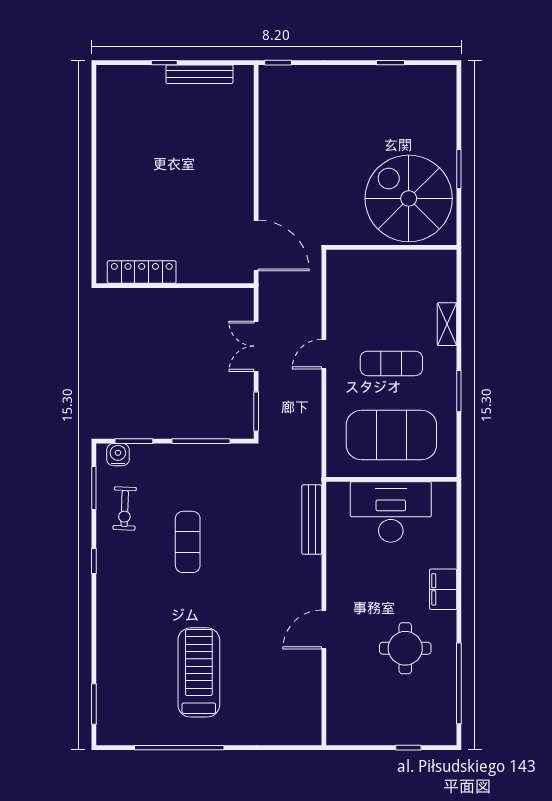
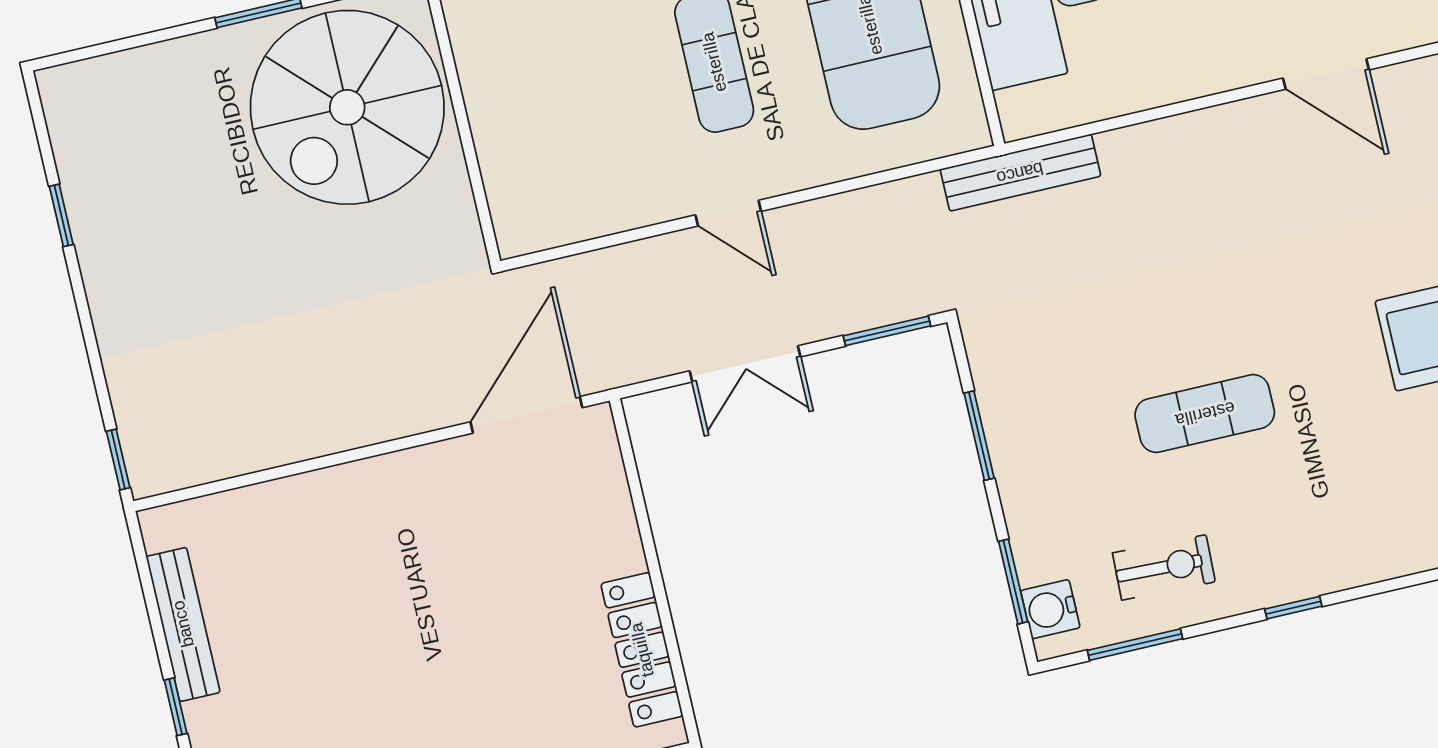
window: (201, 441) -> (979, 436), width x0.69
bench: (312, 520) -> (1020, 173), moved

